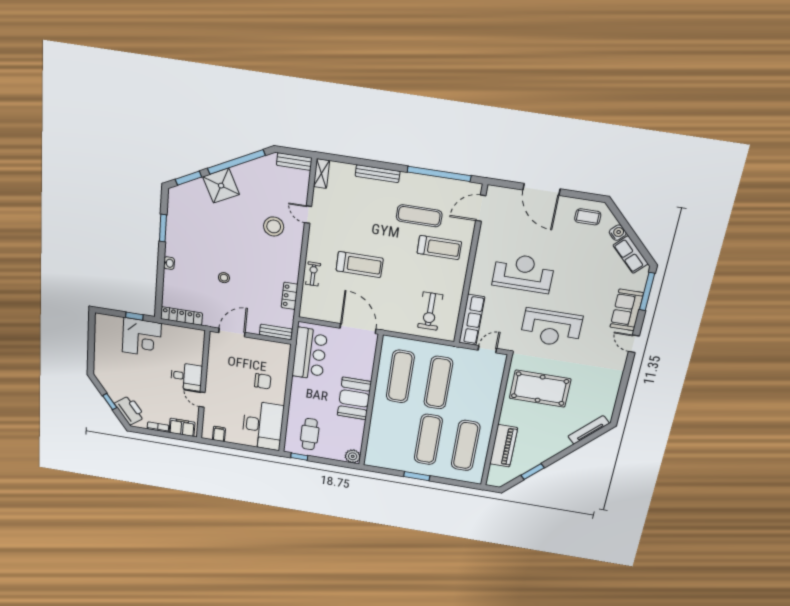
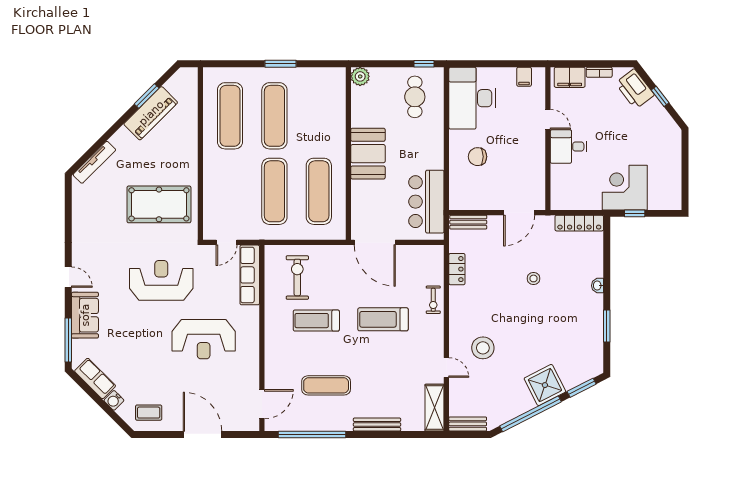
shelving: (322, 174) -> (435, 408), width x1.50, depth x1.33
treadmill: (439, 248) -> (316, 321), moved
piano: (504, 446) -> (151, 113), moved, turned -135

